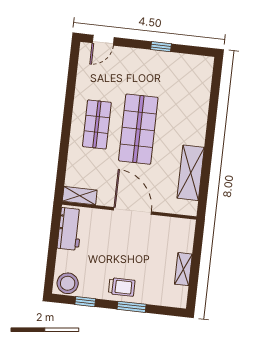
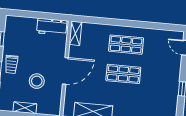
shop shelf: (138, 129) -> (123, 74), width x0.70, depth x0.74
stool: (68, 283) -> (37, 81), moved

